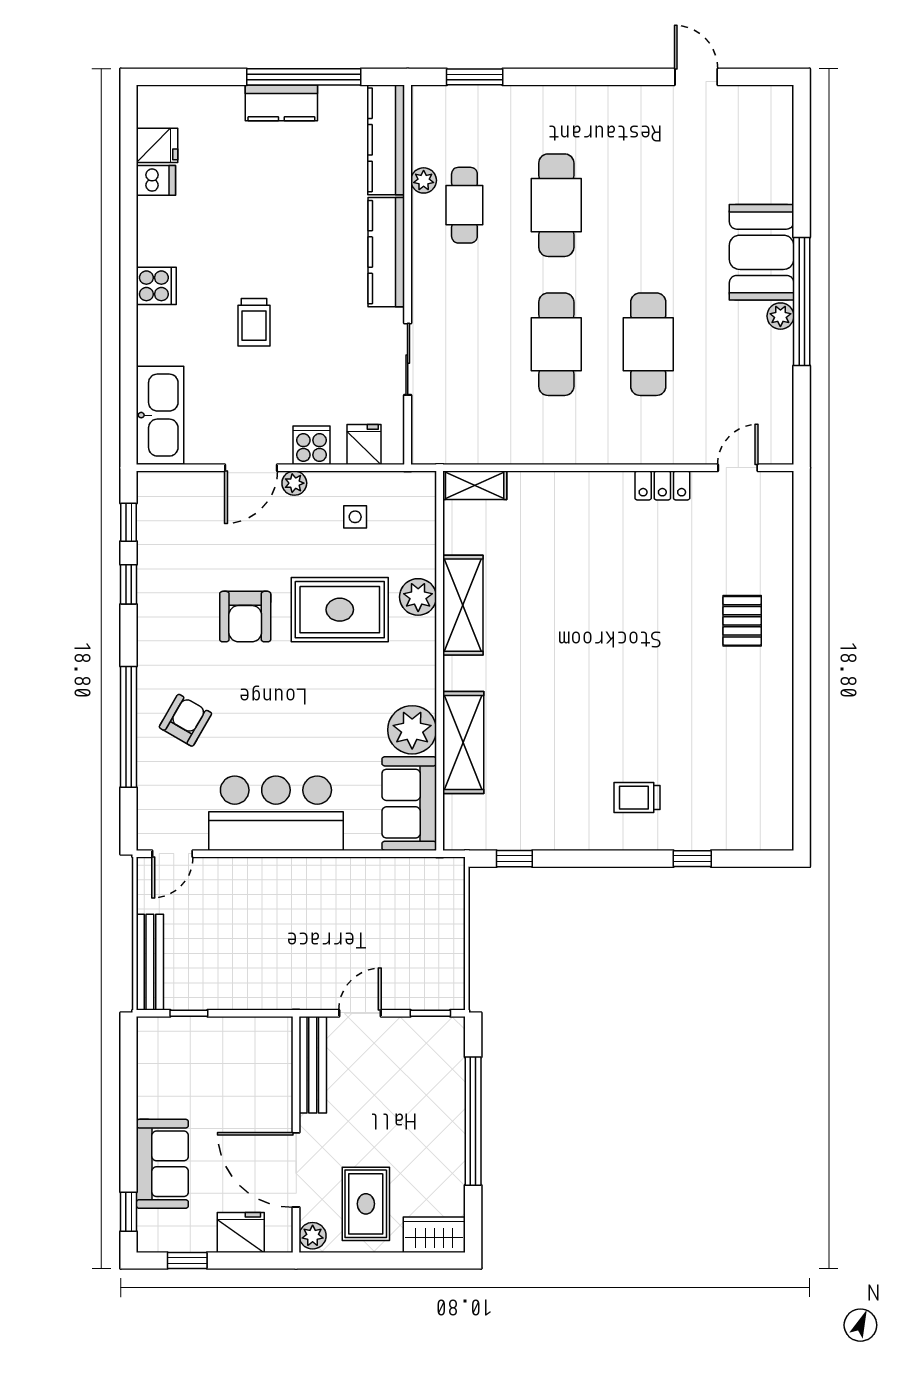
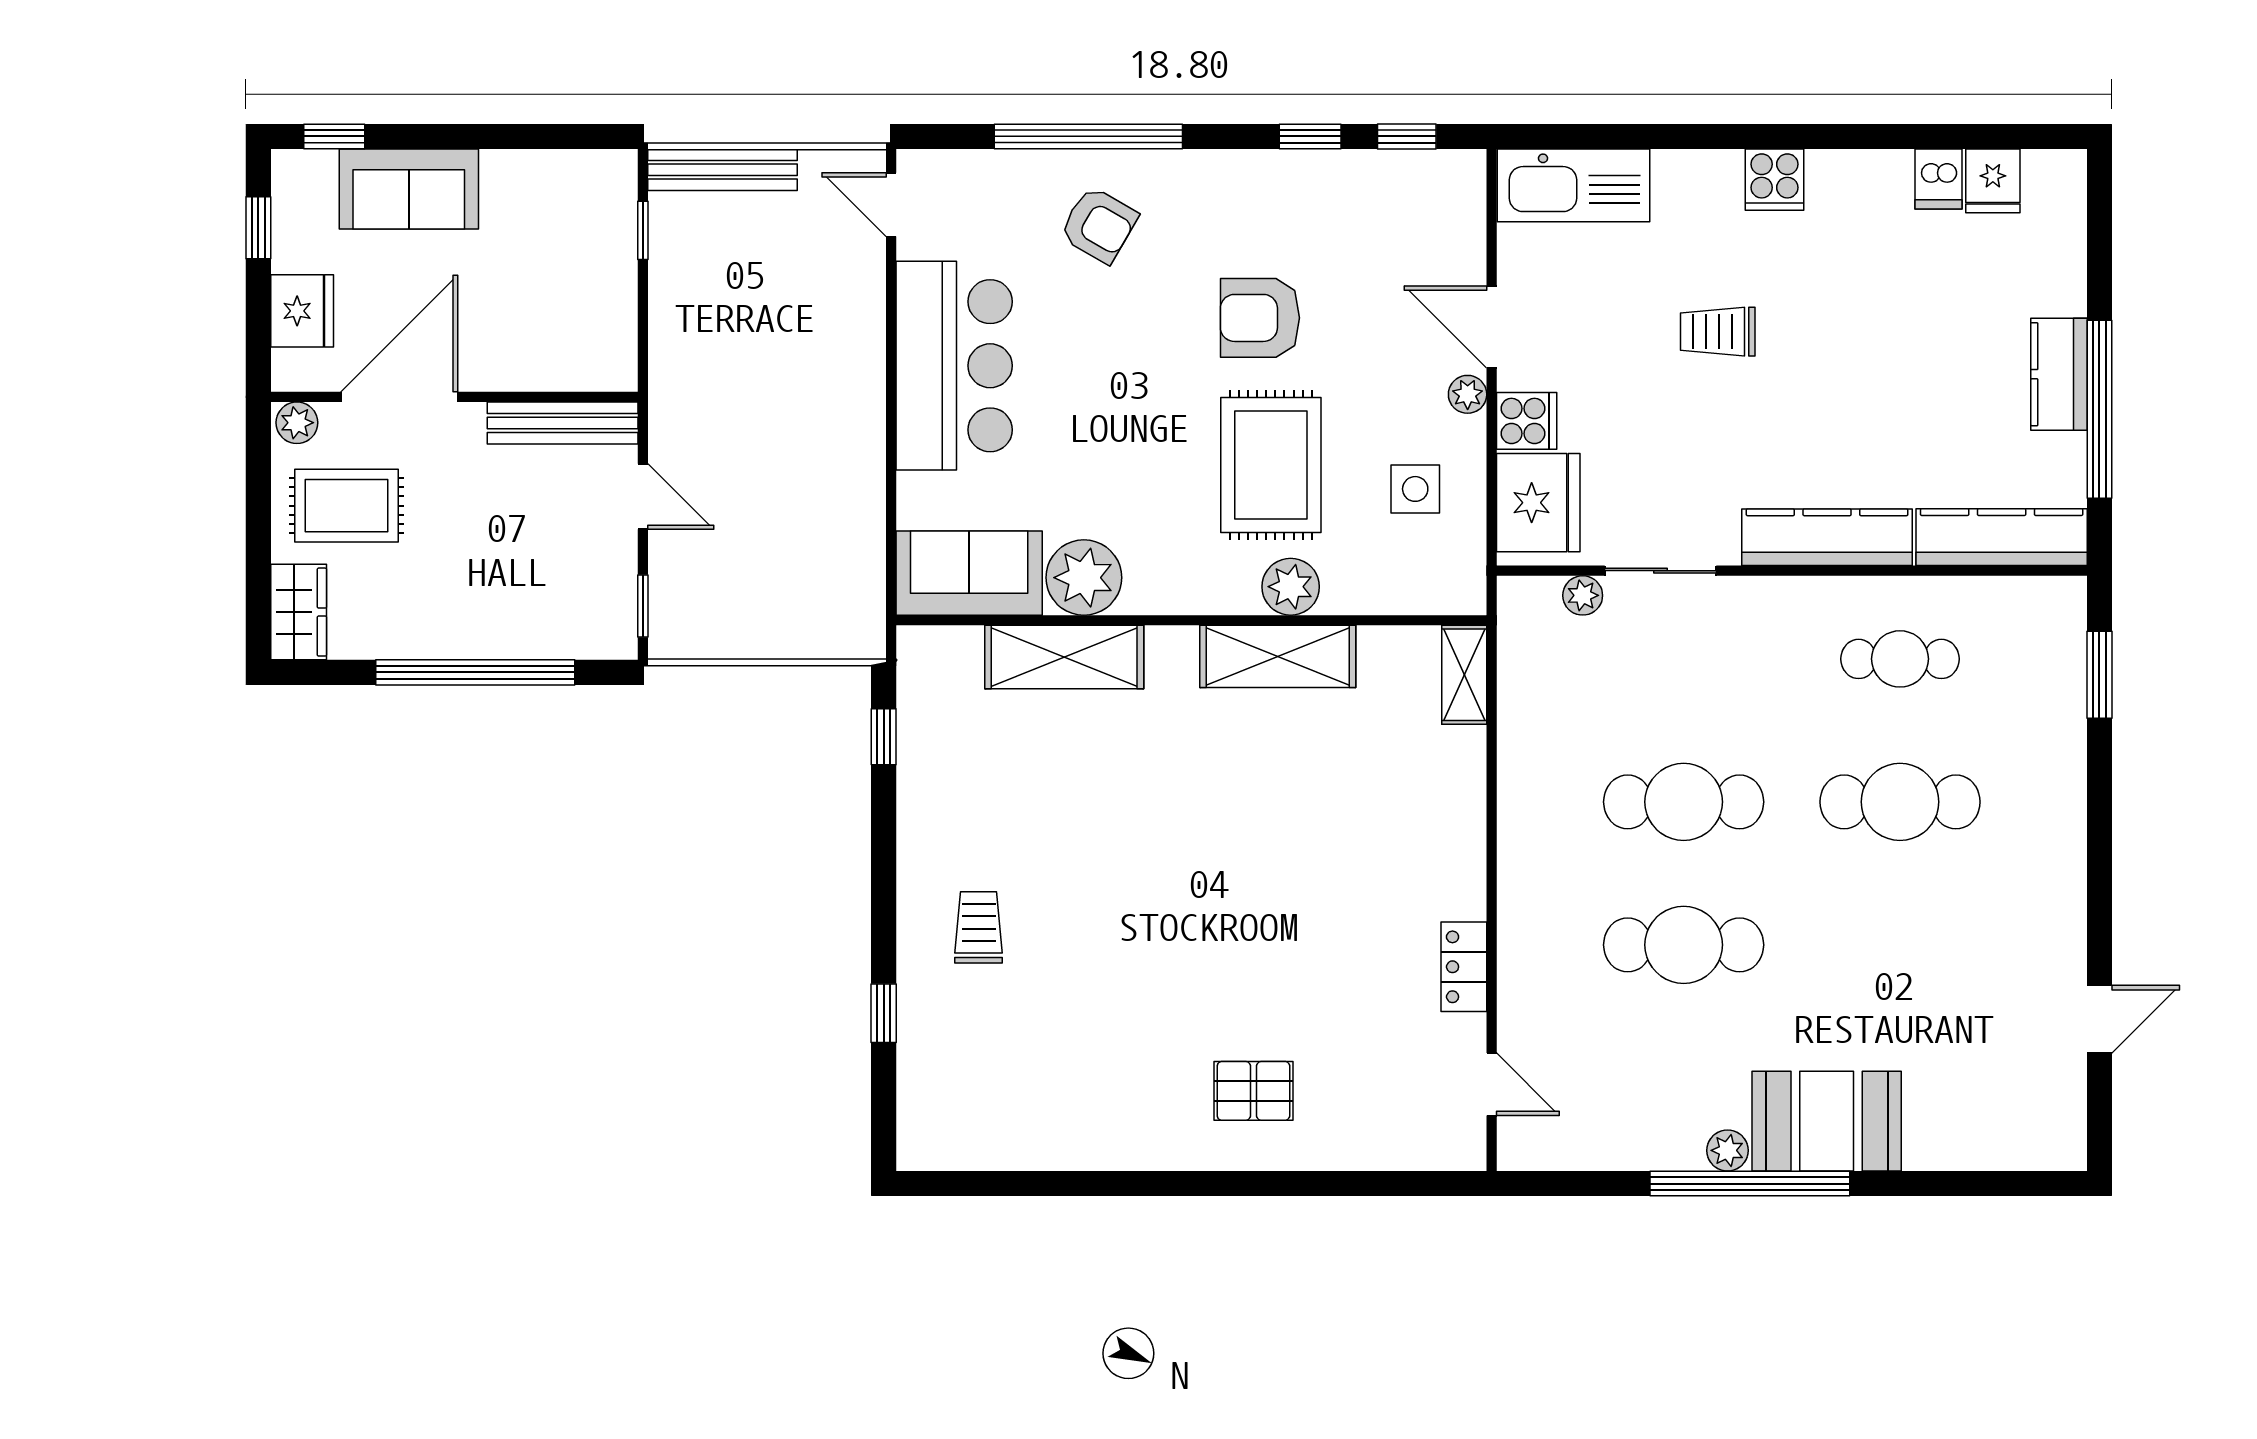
plant: (424, 180) -> (1583, 595), moved
fridge: (364, 444) -> (1538, 503), width x1.88, depth x1.34
side table: (355, 517) -> (1415, 489), width x1.37, depth x1.37

